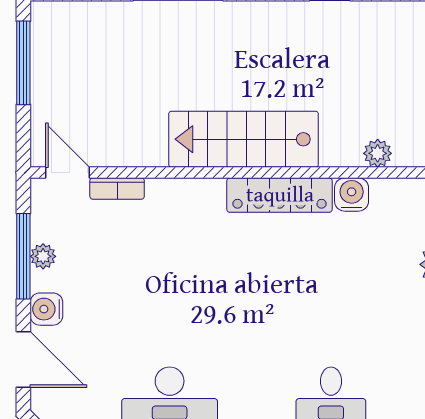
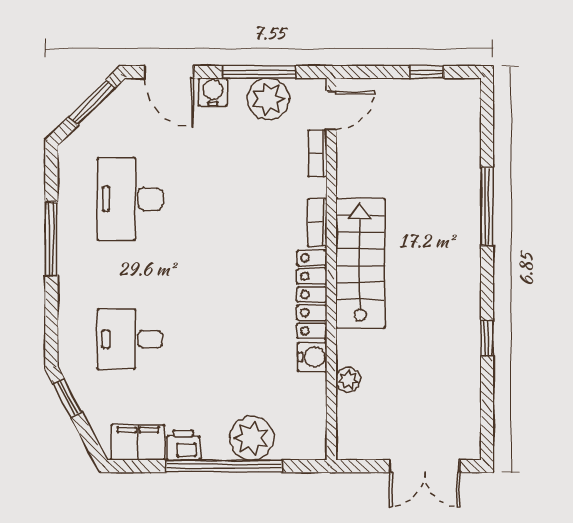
window: (23, 63) -> (427, 72), width x0.46
bookcase: (197, 189) -> (317, 222), added
plant: (43, 256) -> (268, 99), width x1.87, depth x1.87
door: (23, 359) -> (169, 72), hinge flipped

